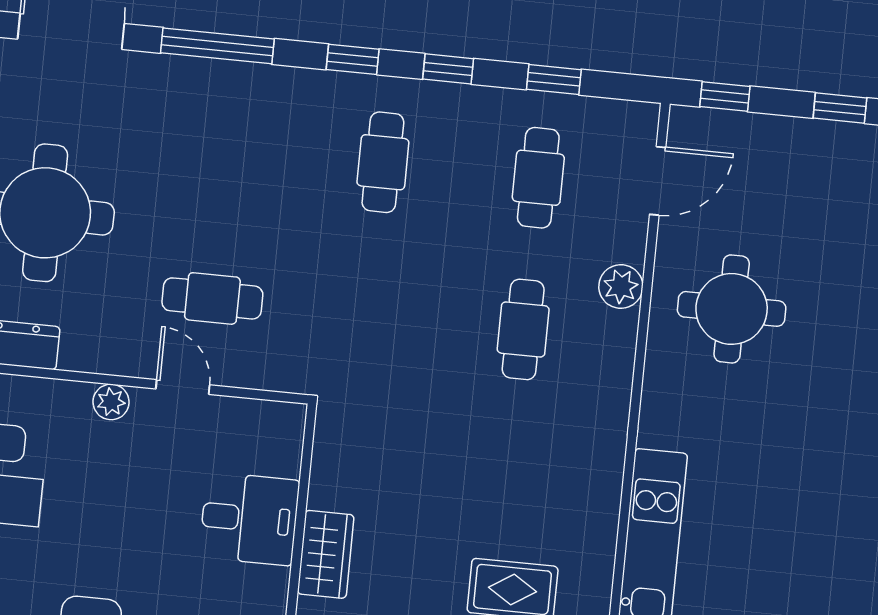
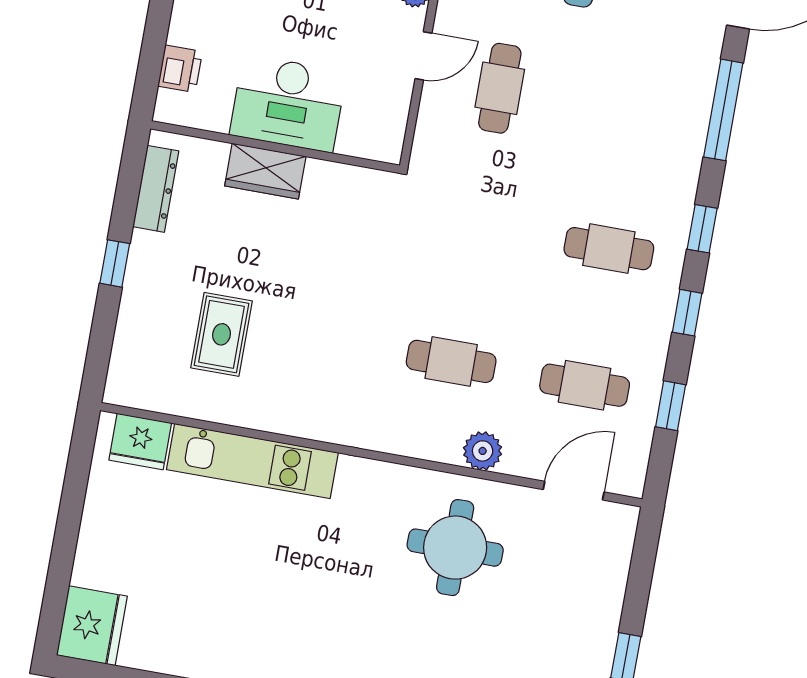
window: (725, 97) -> (644, 556), removed
door: (658, 181) -> (574, 491), swing flipped
desk: (249, 519) -> (288, 103), width x1.37

